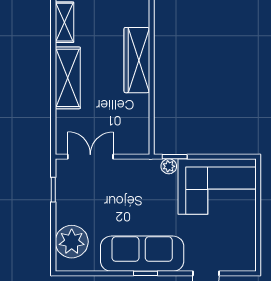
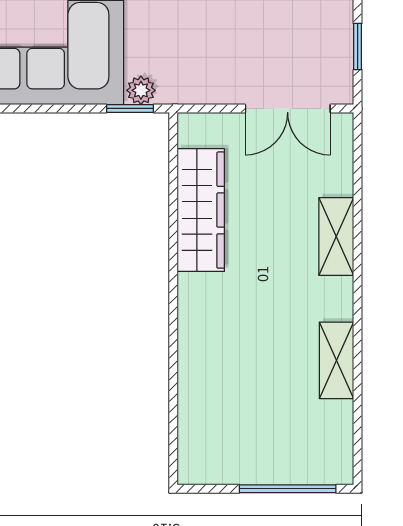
wardrobe: (137, 60) -> (201, 210), moved
shelving: (68, 78) -> (336, 237), width x0.67, depth x0.75

